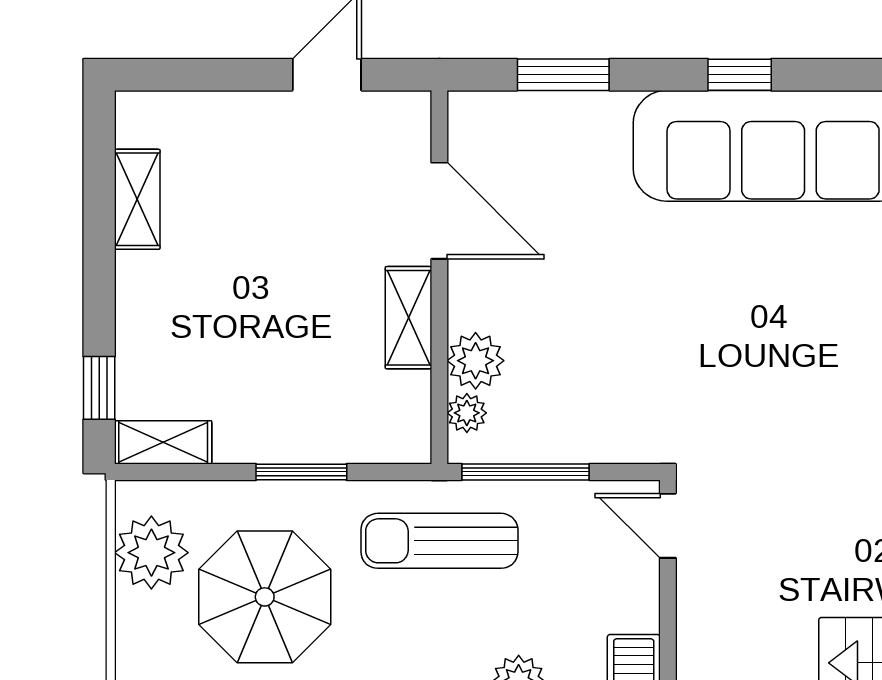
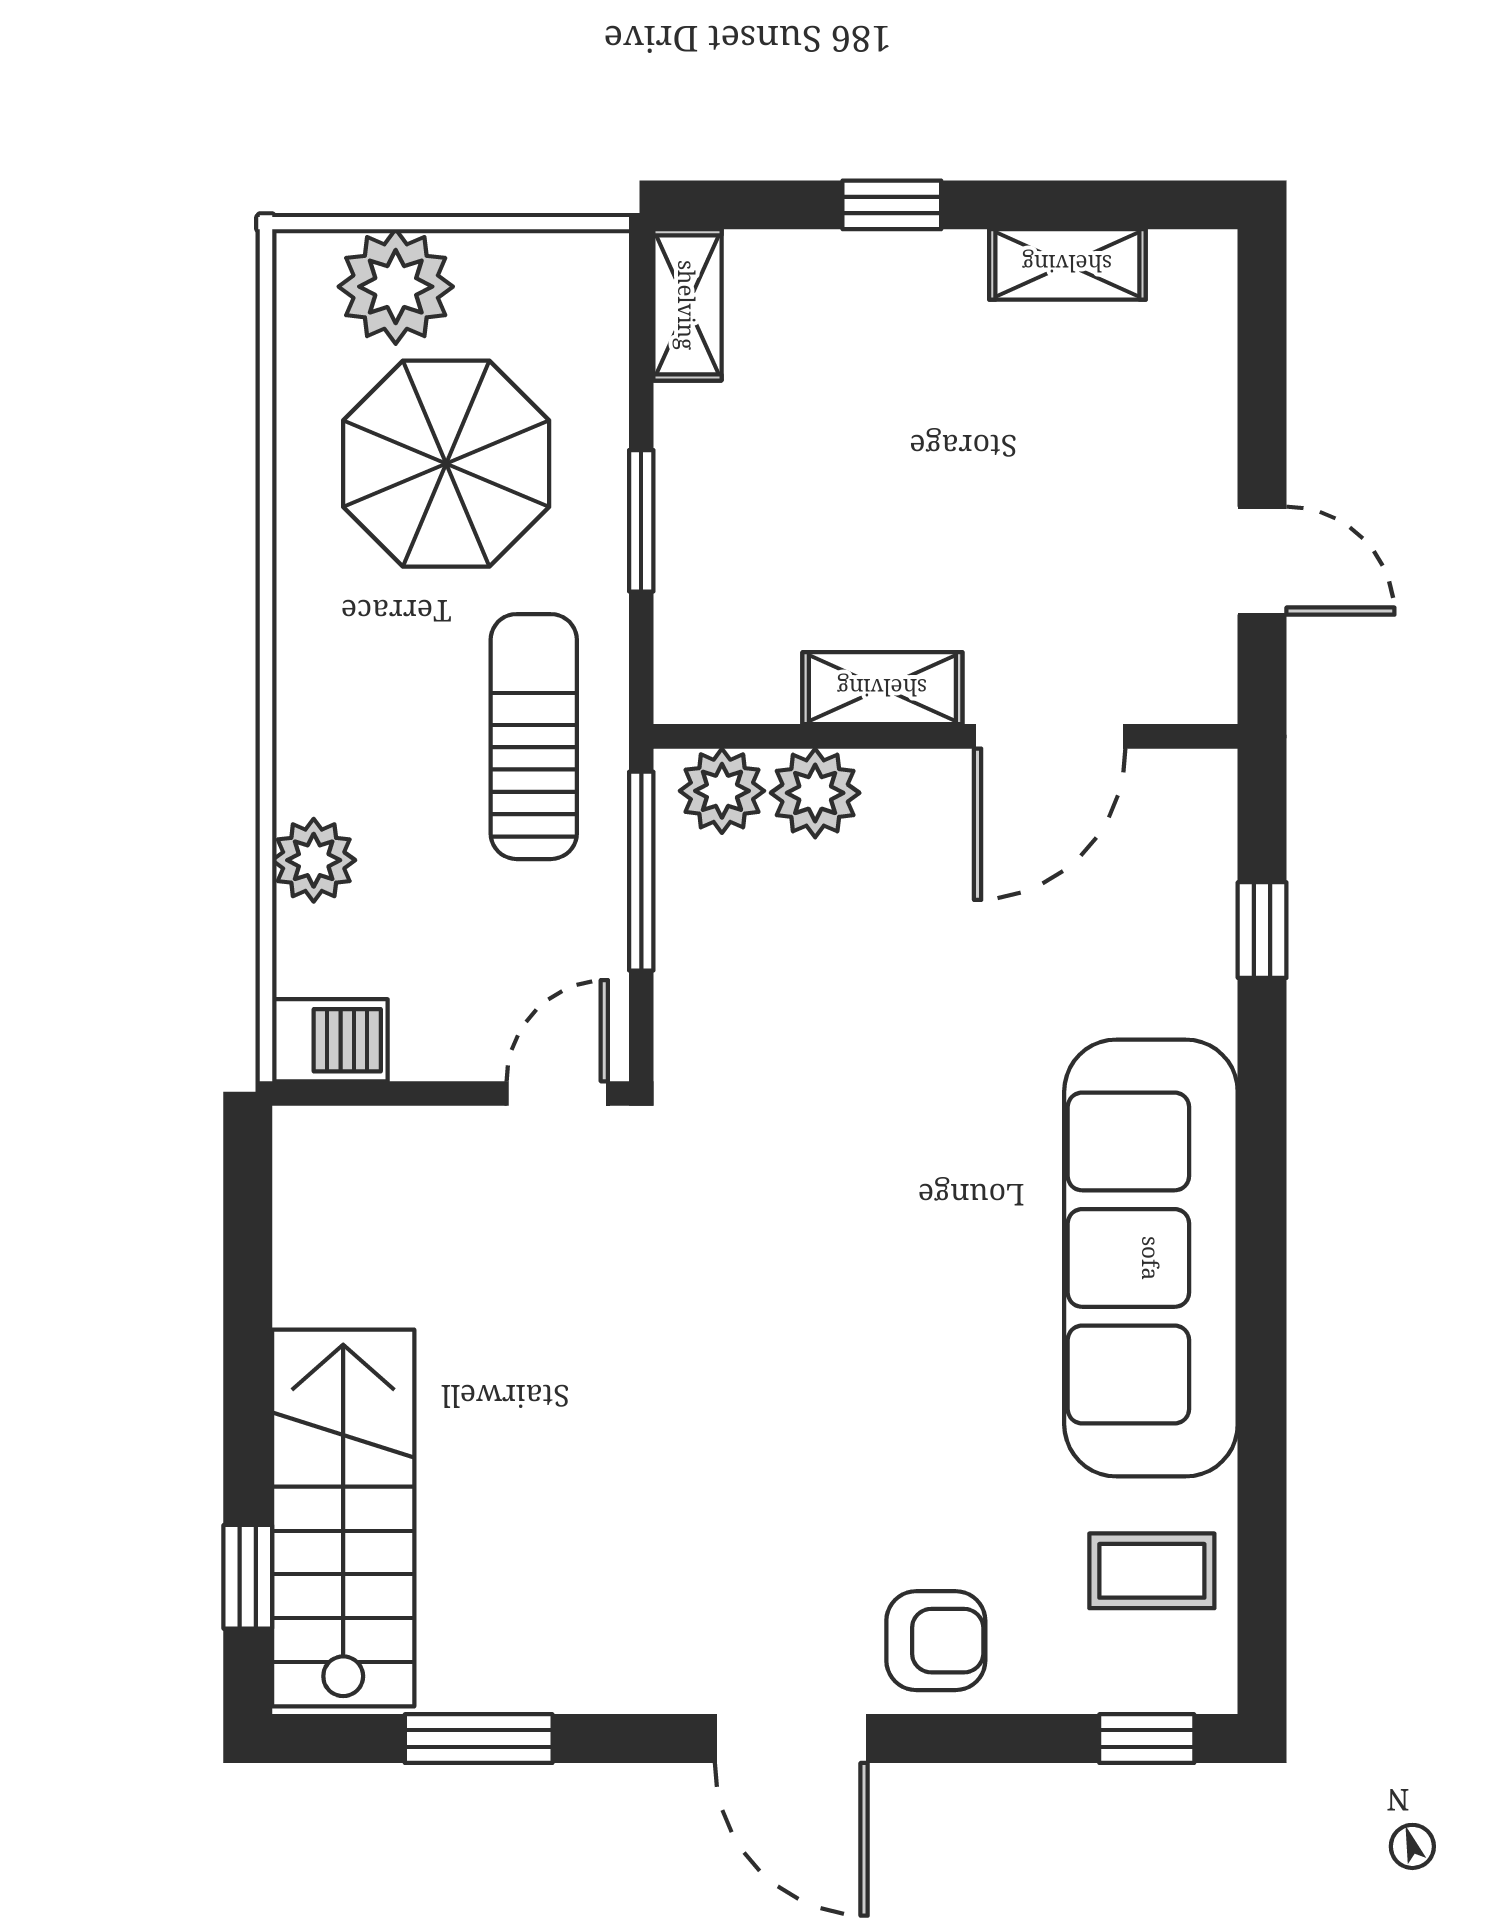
window: (563, 75) -> (1262, 930), width x0.67
window: (740, 75) -> (1262, 1206), removed
window: (99, 388) -> (892, 205), moved
plant: (467, 413) -> (722, 791), width x1.38, depth x1.38
plant: (151, 553) -> (396, 287), moved

